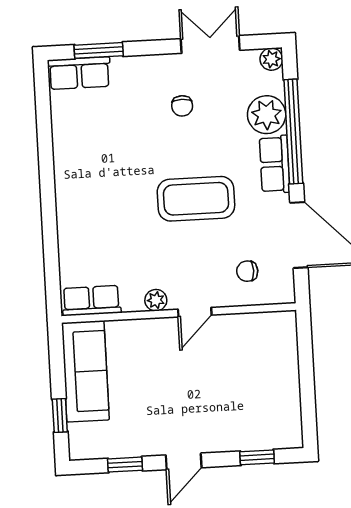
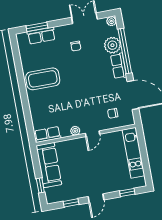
row of seats: (79, 73) -> (41, 36), moved
coffee table: (196, 199) -> (43, 79), moved
kitchen unit: (283, 368) -> (133, 153), added

